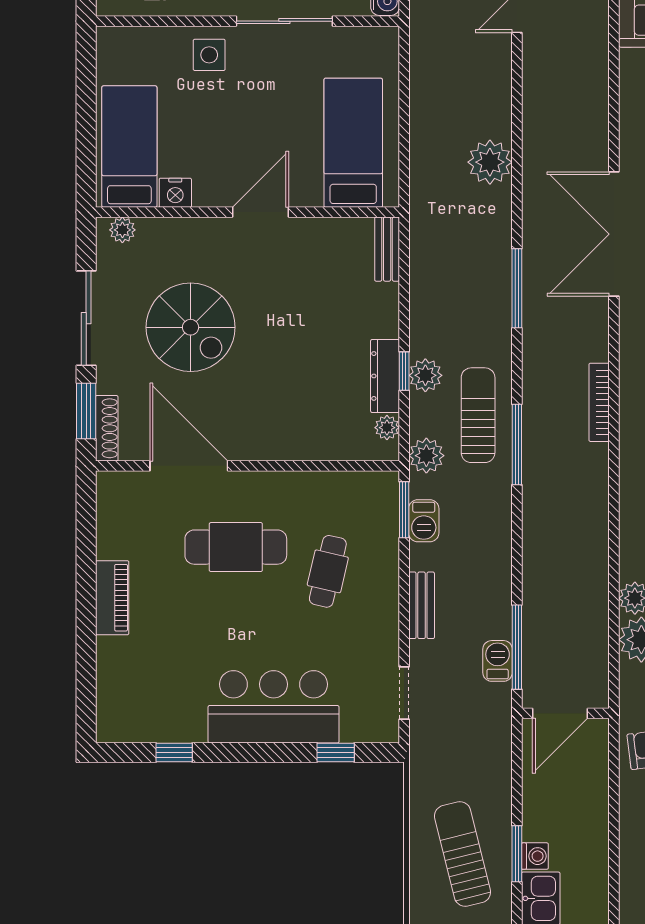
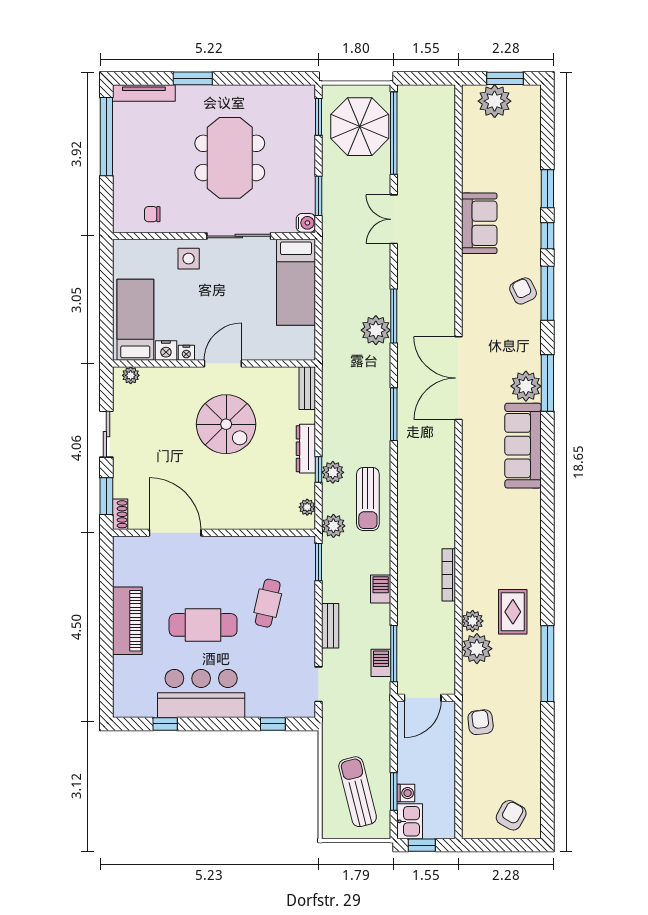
bed: (353, 143) -> (296, 282), moved, turned 180
nightstand: (206, 196) -> (186, 353), added
sliding door: (86, 318) -> (106, 434), width x0.73
spiral stairs: (191, 327) -> (226, 424), moved
dresser: (385, 376) -> (306, 449), moved
bookcase: (599, 402) -> (449, 575), moved
sun lounger: (478, 415) -> (368, 499), turned 180
shoe rack: (107, 428) -> (120, 514), width x0.70
window: (517, 445) -> (394, 316), moved
barbecue: (424, 521) -> (381, 589), moved, turned 180
cafe table: (236, 547) -> (203, 625), moved
piano: (112, 598) -> (127, 621), width x1.37, depth x1.33
bar counter: (274, 707) -> (201, 694), moved

